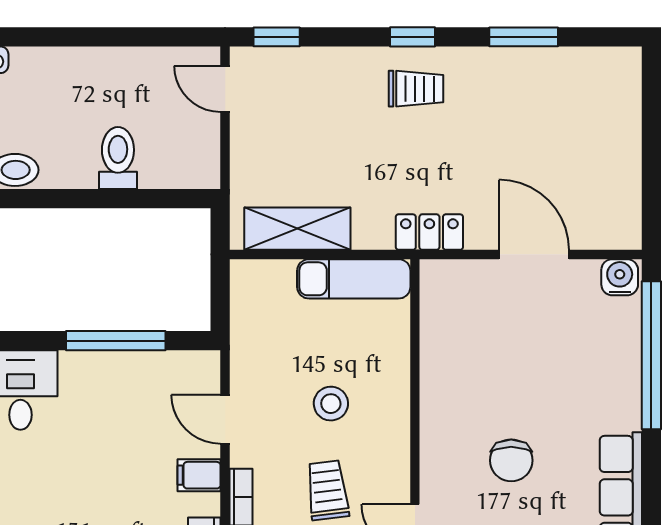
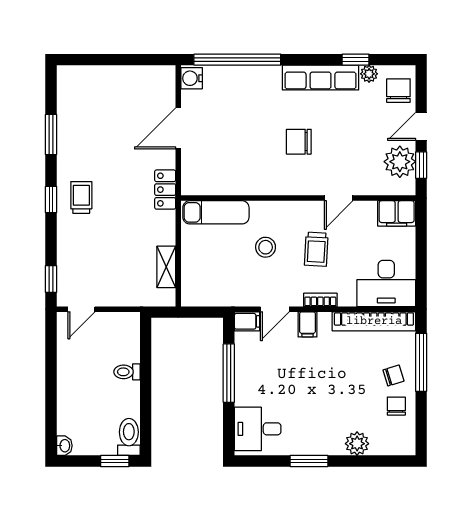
toilet: (118, 158) -> (127, 372), width x0.73, depth x0.72
shelving: (297, 229) -> (166, 267), width x0.67, depth x0.75
exam couch: (354, 279) -> (216, 212), moved, turned 90
filing cabinet: (204, 372) -> (247, 321), added
chair: (511, 460) -> (299, 142), turned 180
trolley: (327, 490) -> (316, 249), turned -80

